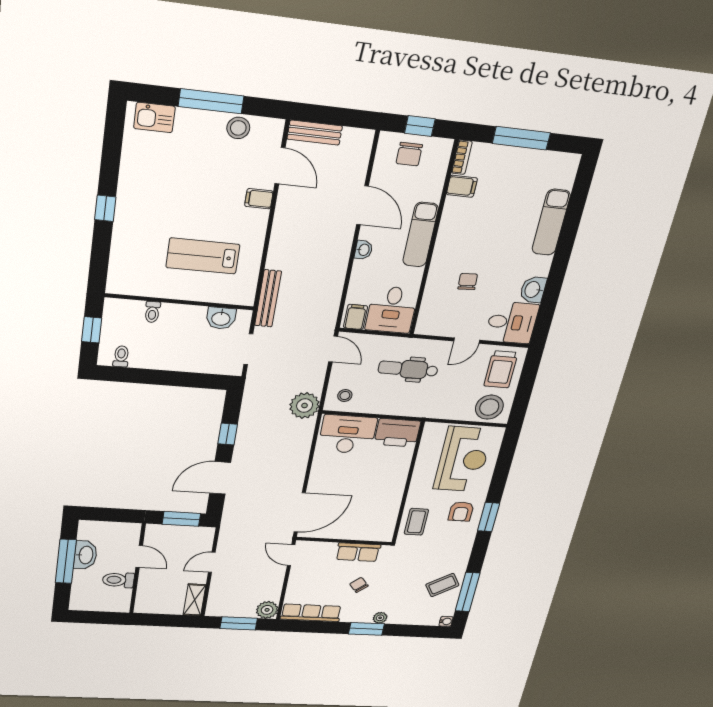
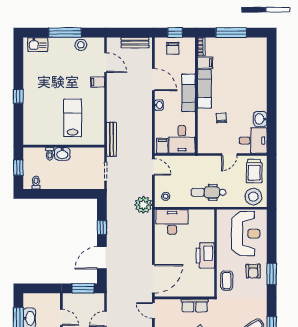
bench: (315, 133) -> (135, 43), moved
exam couch: (551, 222) -> (204, 89), moved, turned 180
lab bench: (203, 256) -> (73, 118), turned 90
washbasin: (221, 318) -> (62, 154), moved
dental chair: (408, 369) -> (208, 192), moved
printer: (397, 433) -> (205, 255), moved, turned 90

